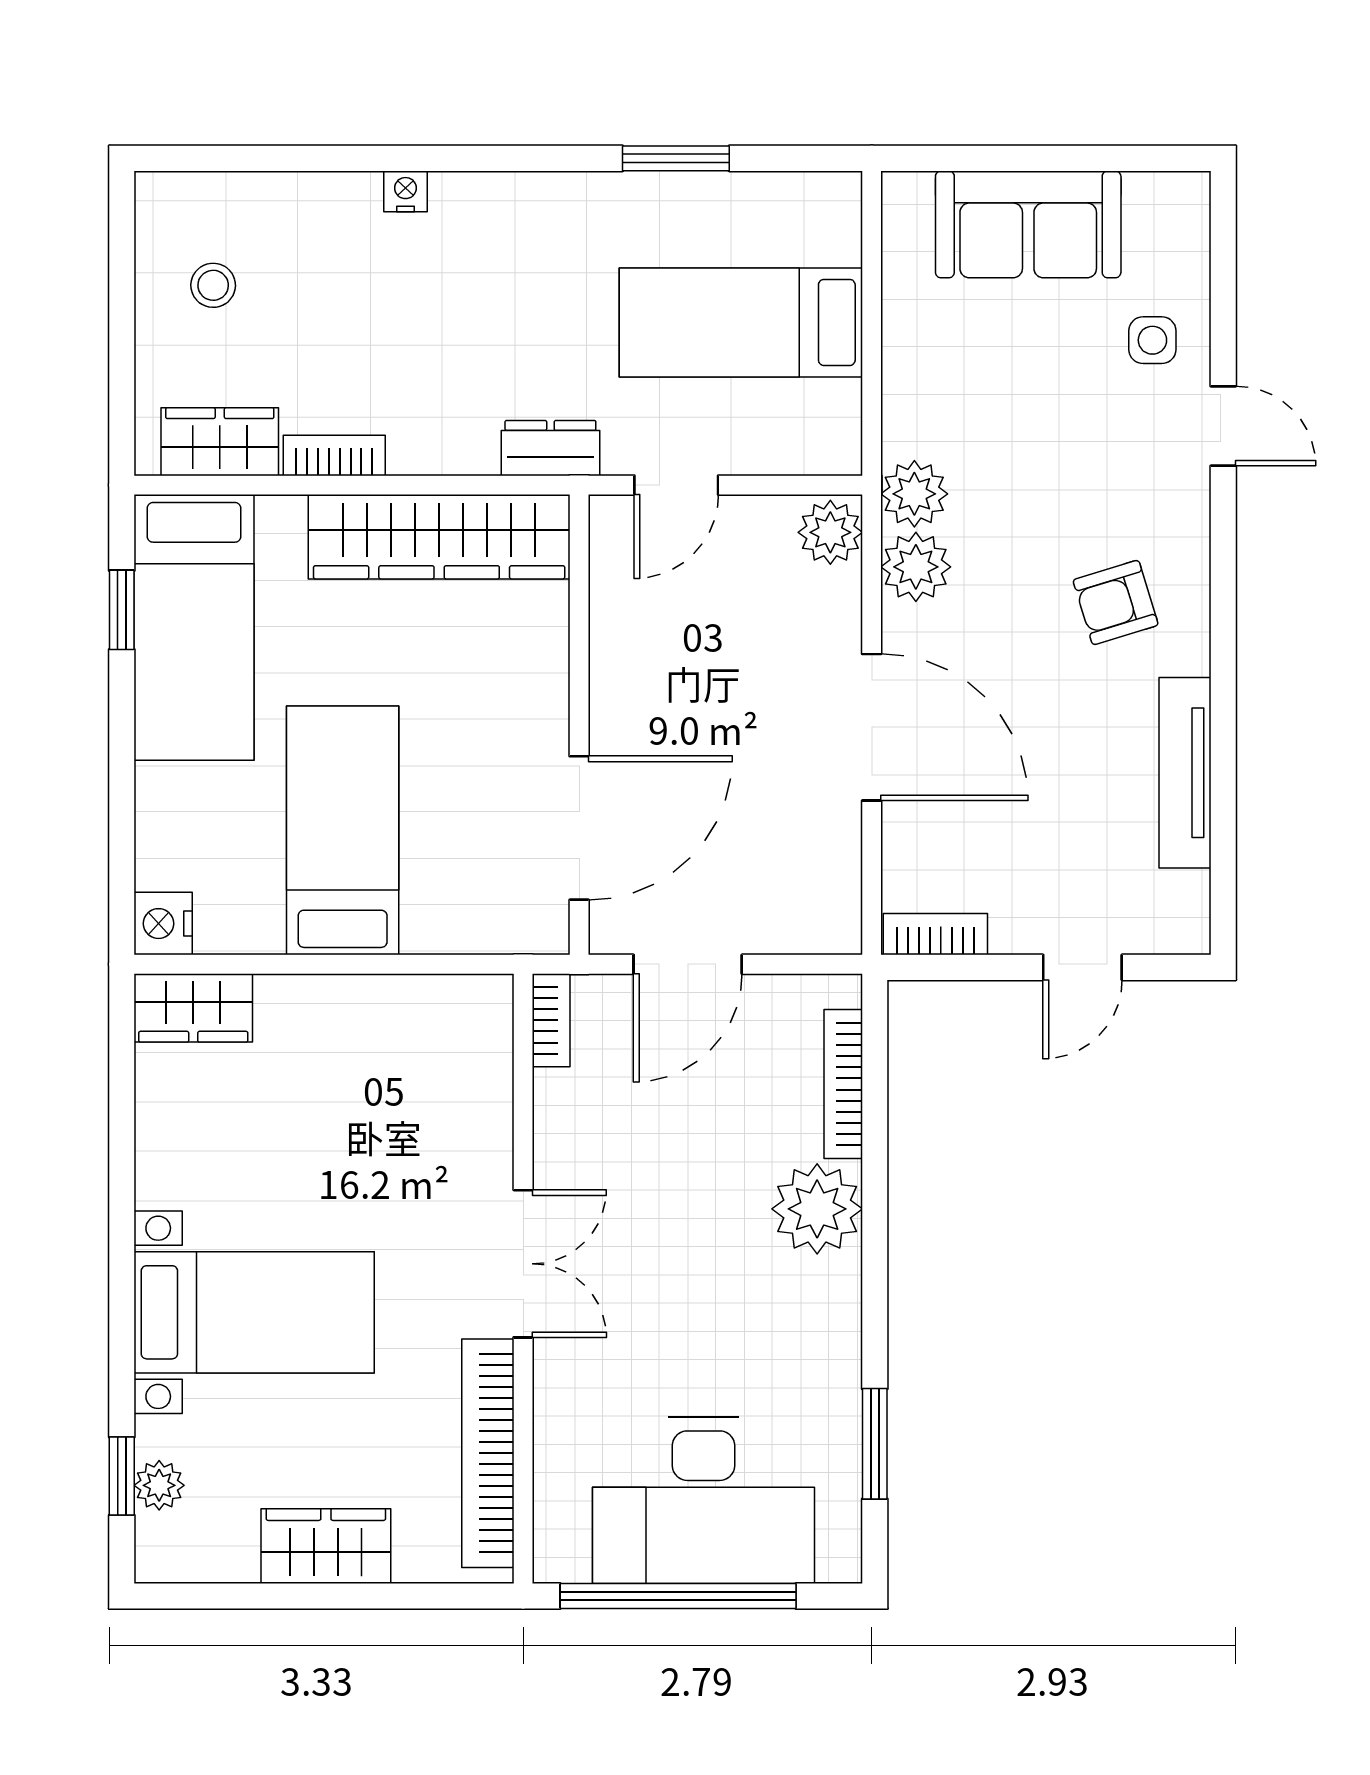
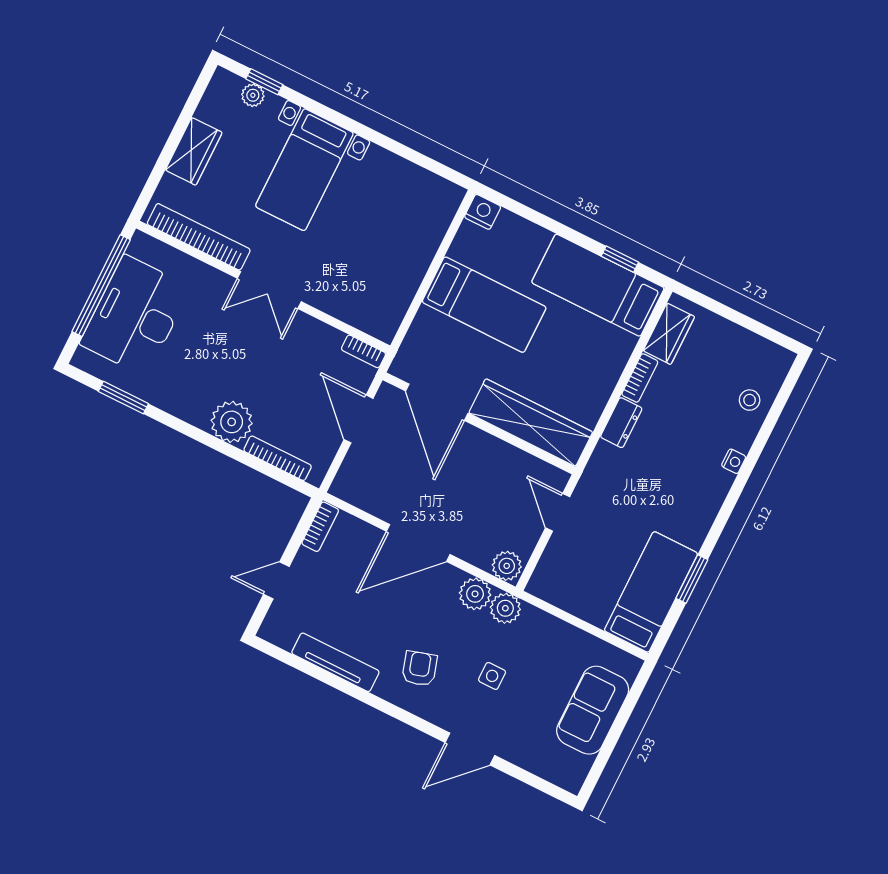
stool: (213, 285) -> (750, 400), moved
bed: (741, 322) -> (651, 592), moved
side table: (1152, 340) -> (492, 676), moved
door: (1223, 426) -> (470, 749), width x1.38
dresser: (550, 448) -> (621, 423), moved
wardrobe: (439, 537) -> (531, 423), moved, turned 90
door: (1082, 967) -> (276, 580), hinge flipped
wardrobe: (193, 1008) -> (442, 207), removed

